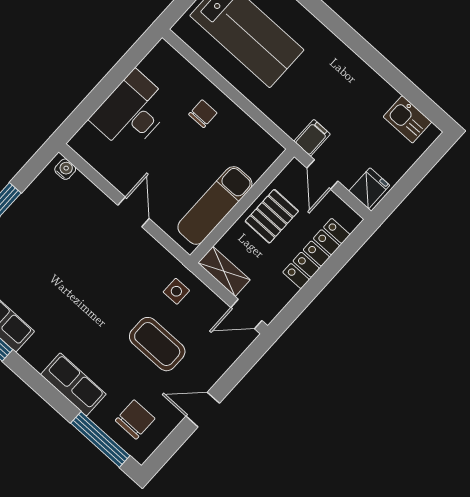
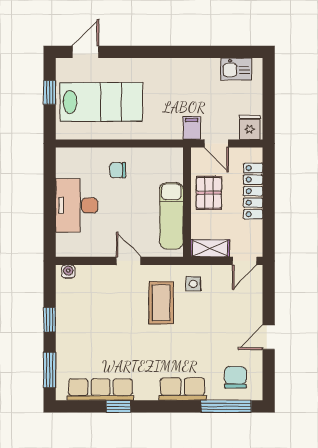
chair: (203, 114) -> (118, 170), turned -90
coffee table: (157, 344) -> (161, 303), moved, turned 90

